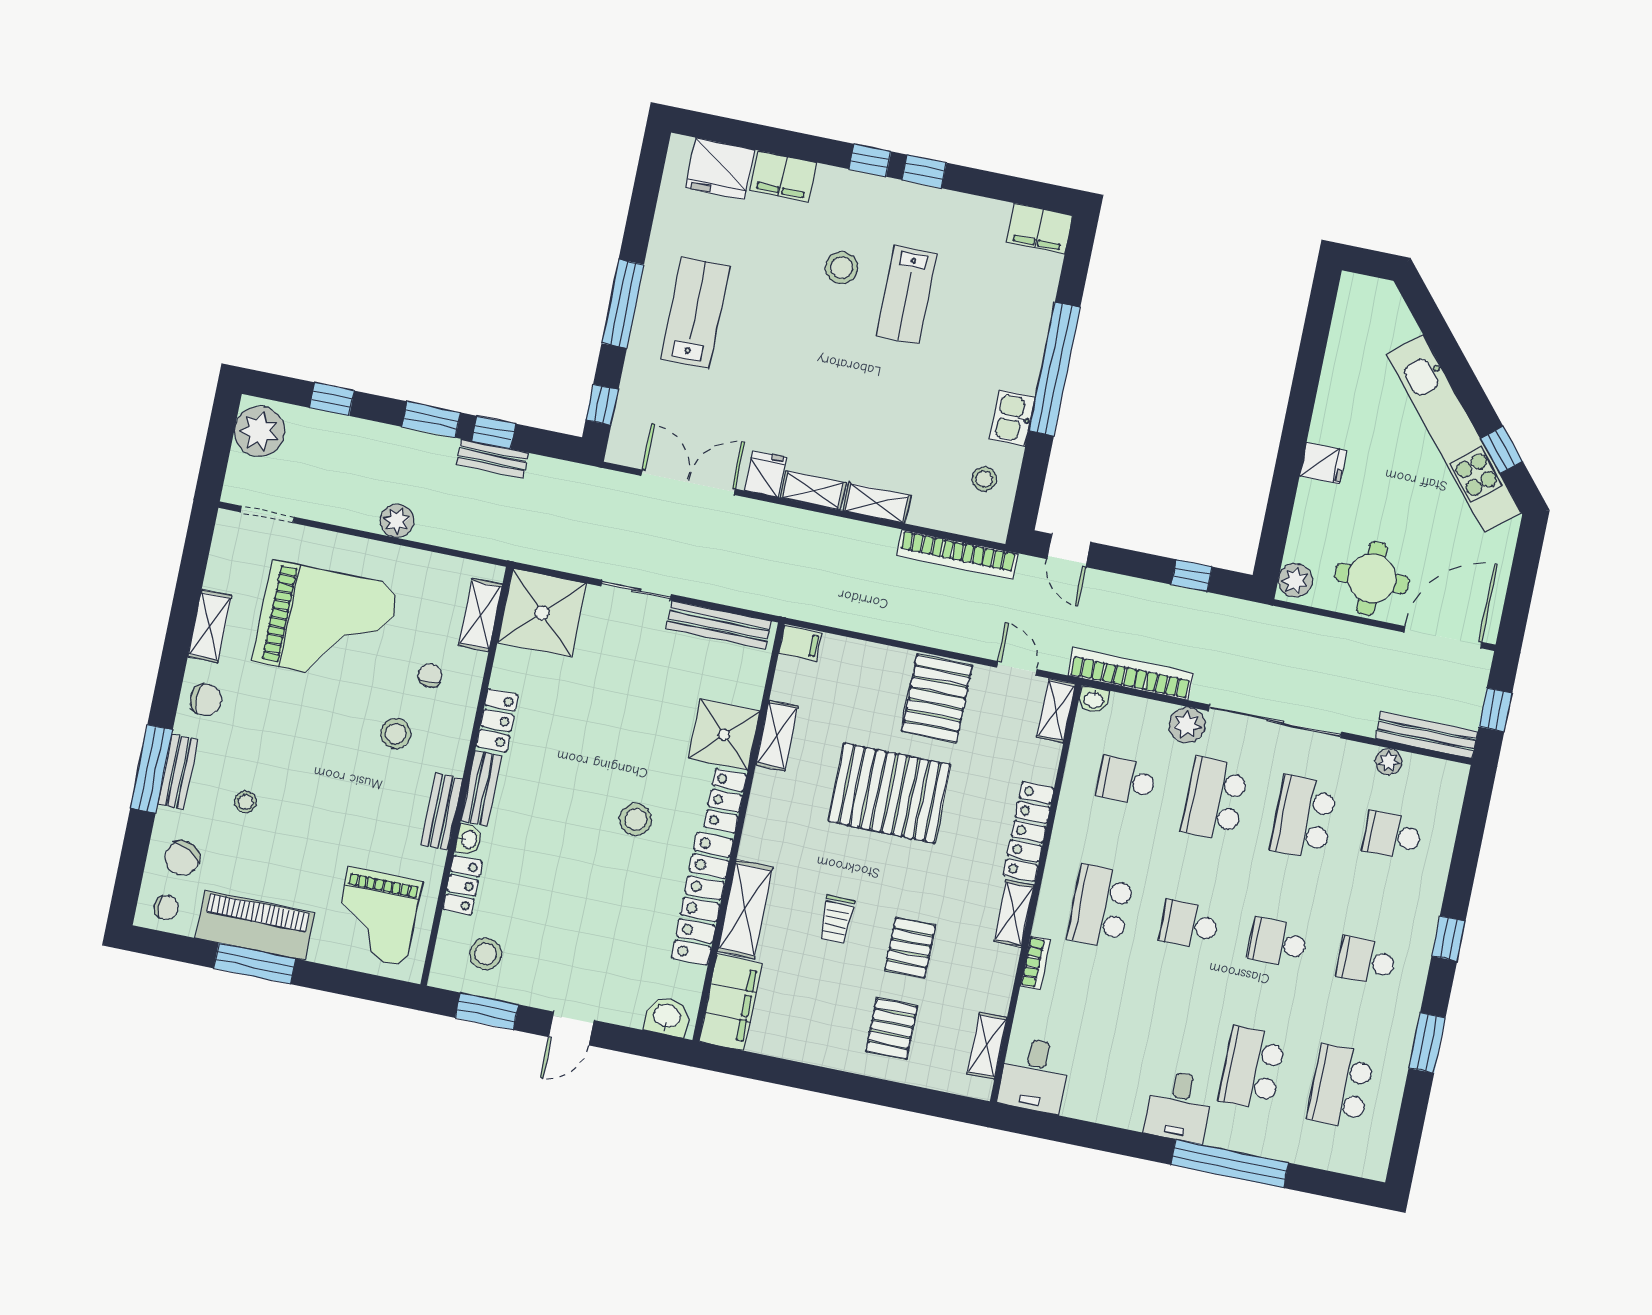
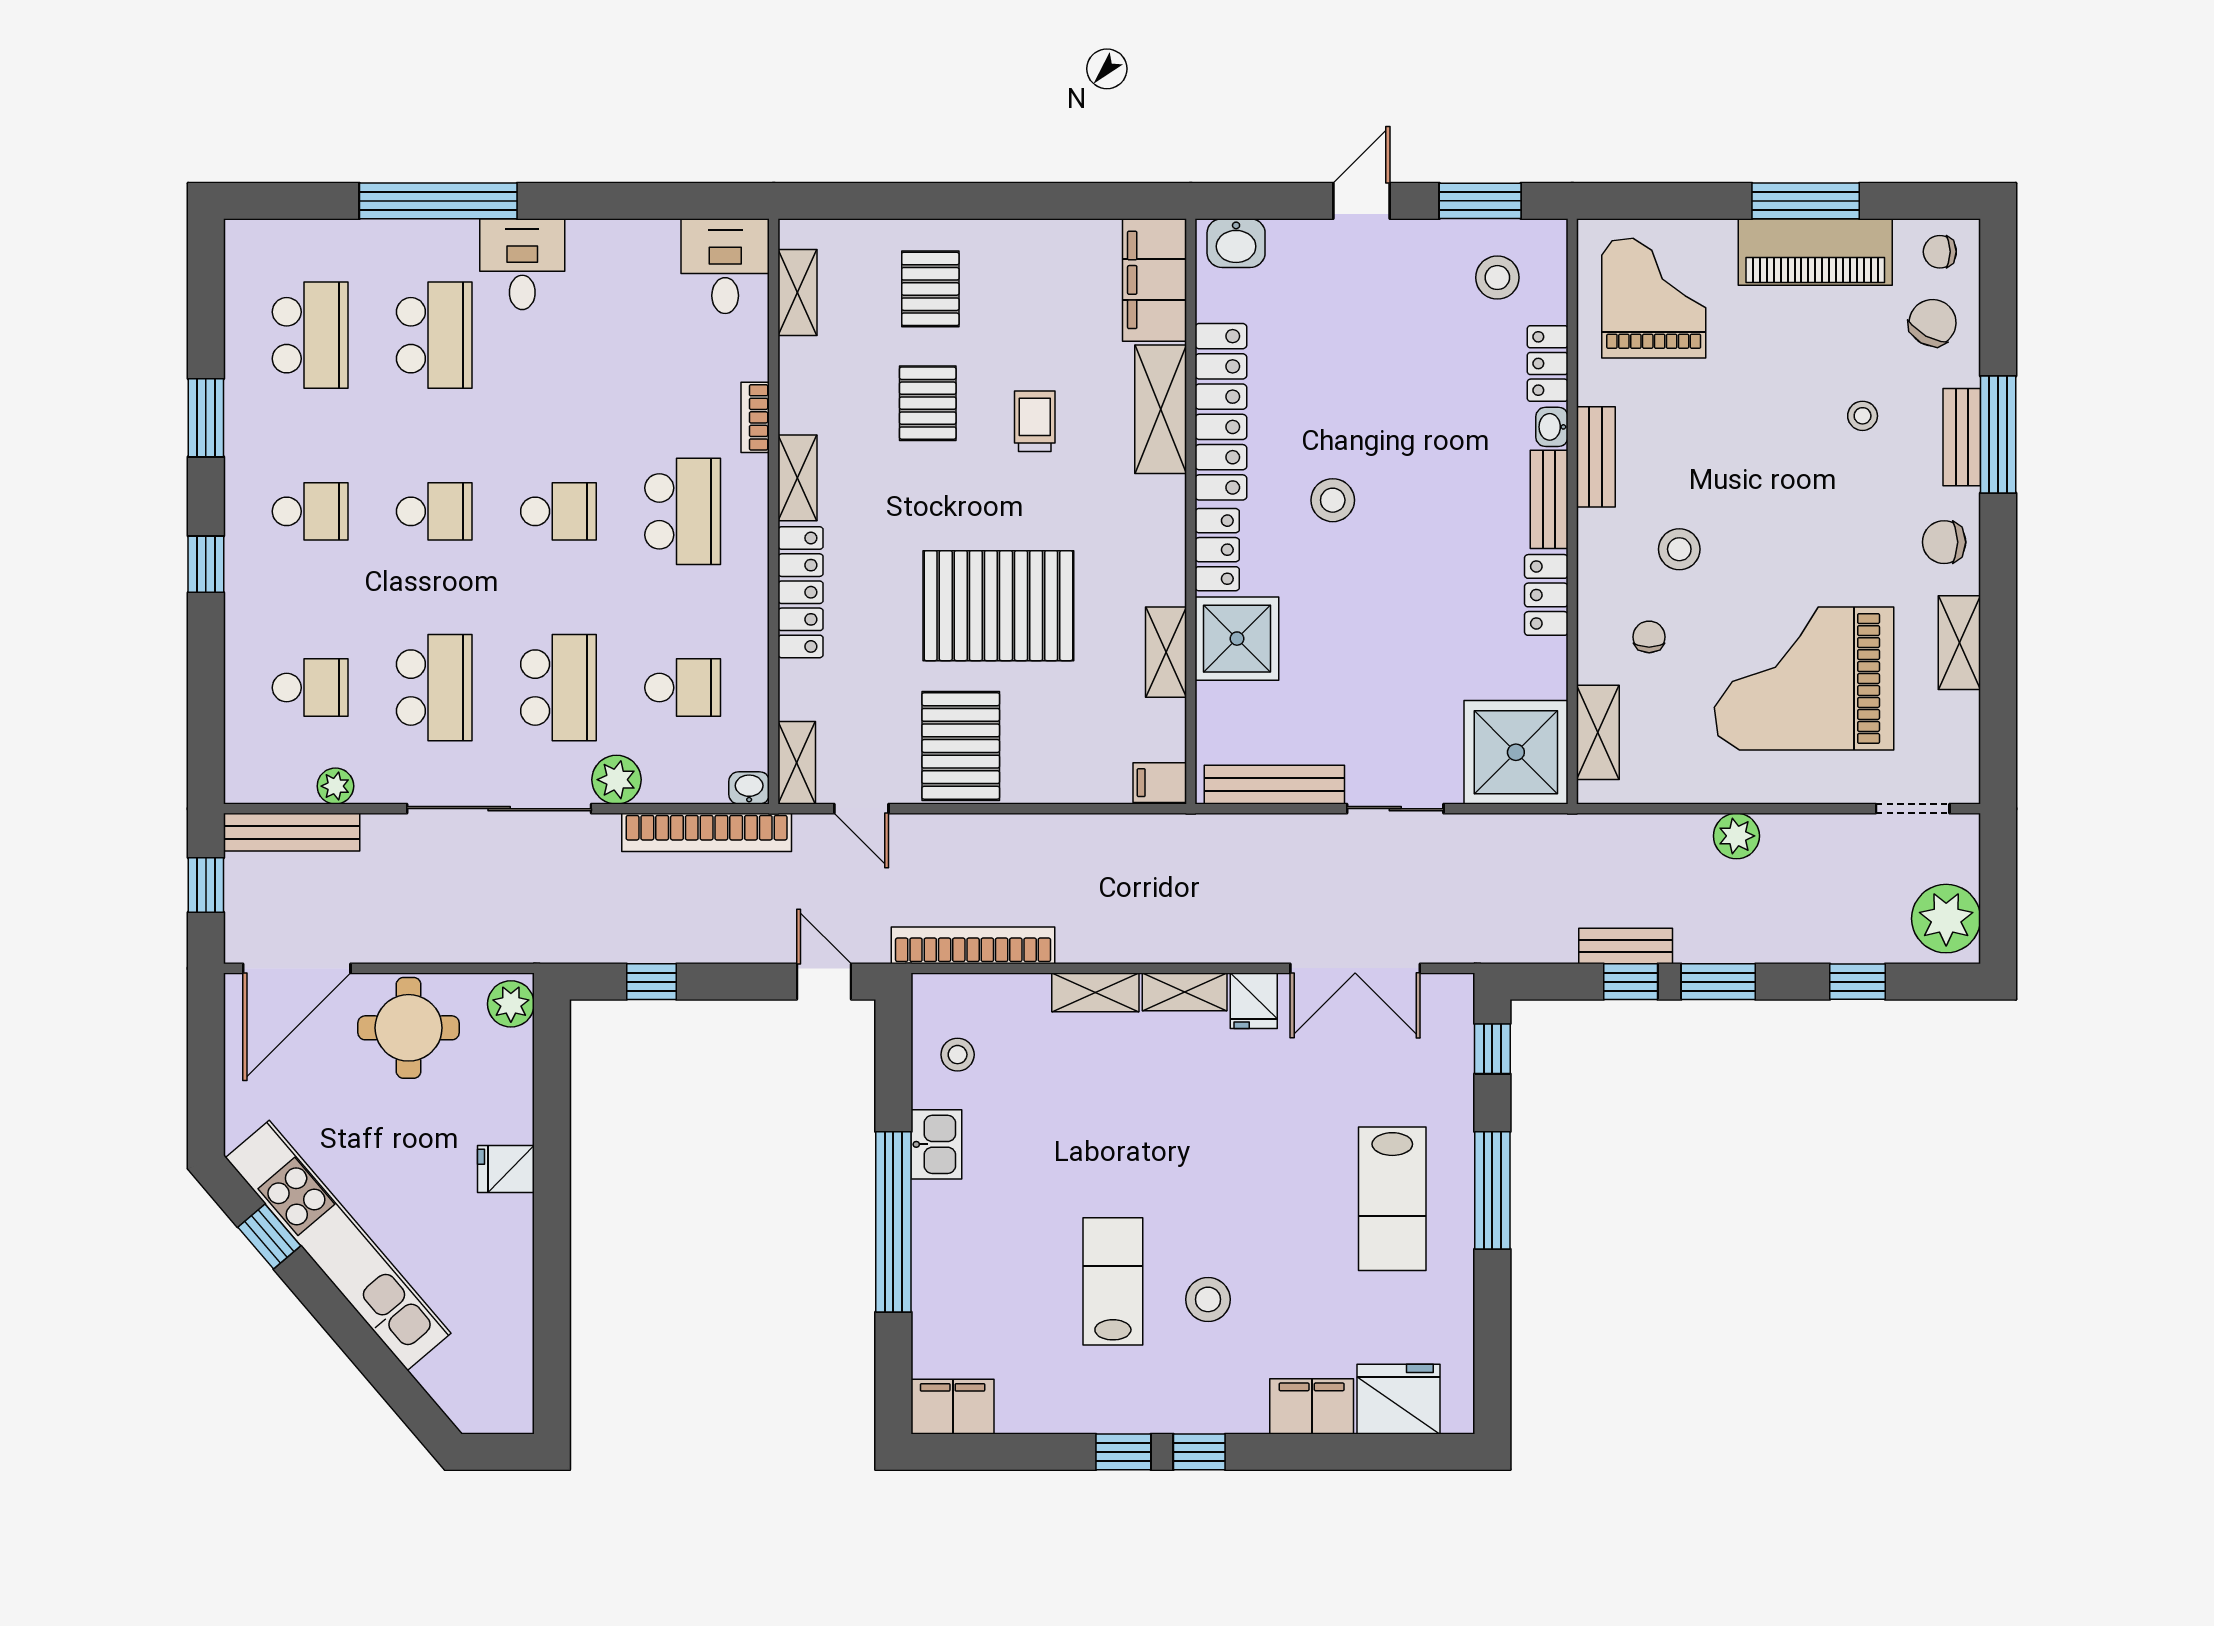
chair: (430, 676) -> (1649, 637), turned 180

